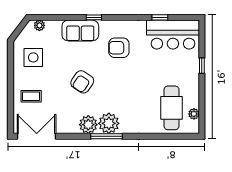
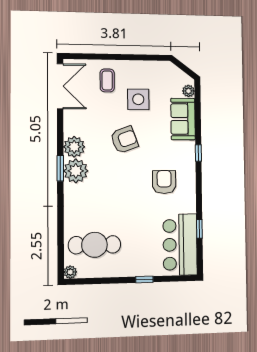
sofa: (80, 30) -> (183, 119), moved
side table: (33, 57) -> (138, 99), moved
armchair: (82, 82) -> (124, 140), turned 126
plant: (194, 114) -> (70, 272), moved
window: (106, 136) -> (60, 168), width x0.69

